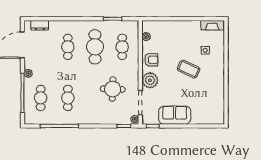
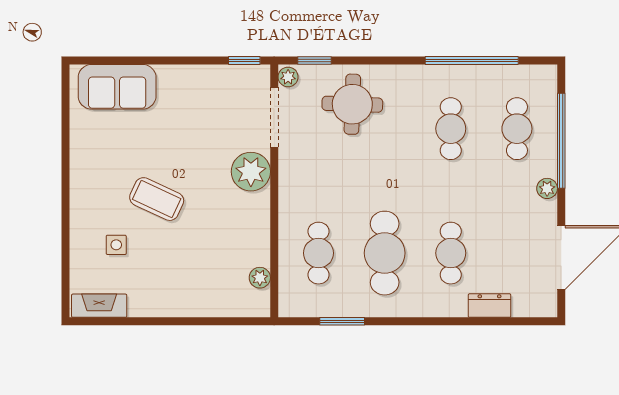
dresser: (40, 25) -> (490, 306), moved
armchair: (151, 60) -> (247, 221), removed
round table: (113, 89) -> (352, 104), moved
sofa: (175, 115) -> (117, 87), moved

